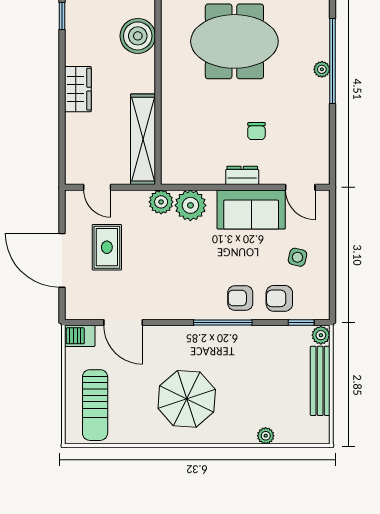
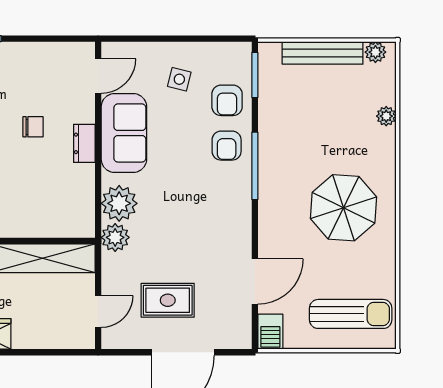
window: (301, 322) -> (255, 75), width x1.50
plant: (321, 335) -> (375, 52), moved

